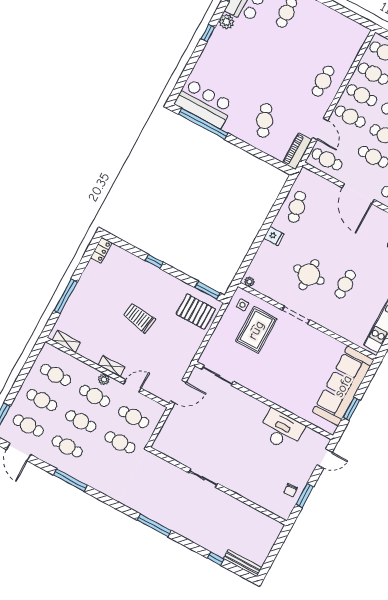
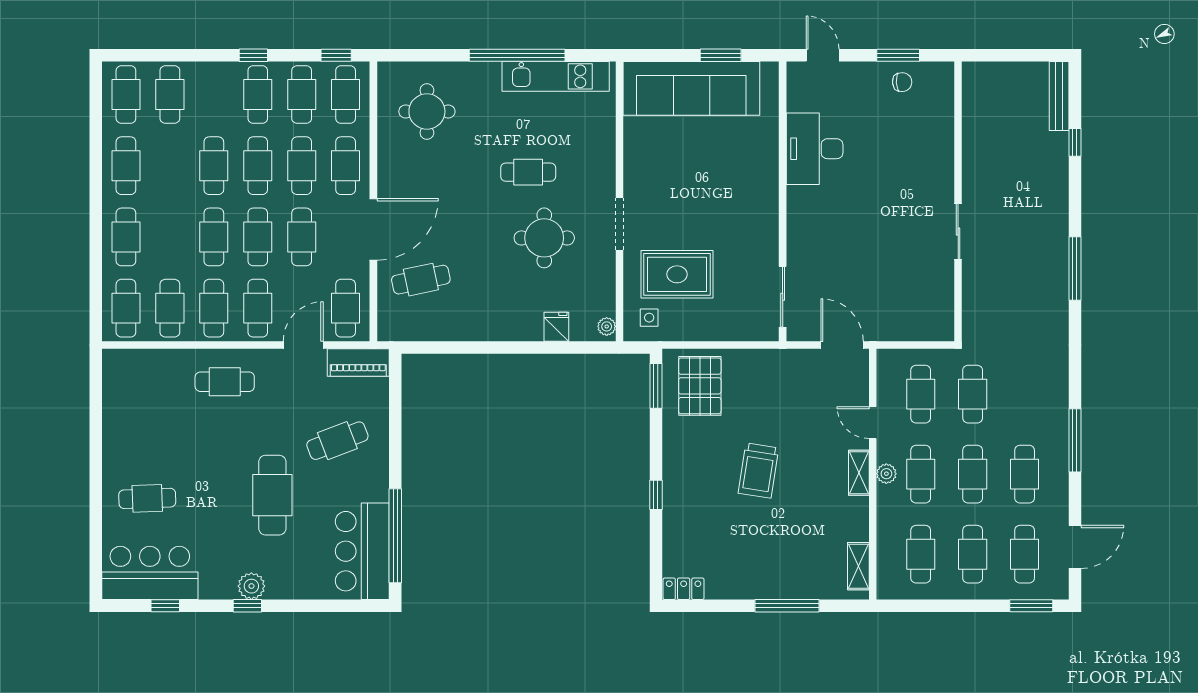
plant: (226, 22) -> (251, 586), moved
cafe table: (255, 74) -> (272, 495), added
cafe table: (297, 207) -> (421, 280), moved
fridge: (274, 236) -> (556, 327), moved

